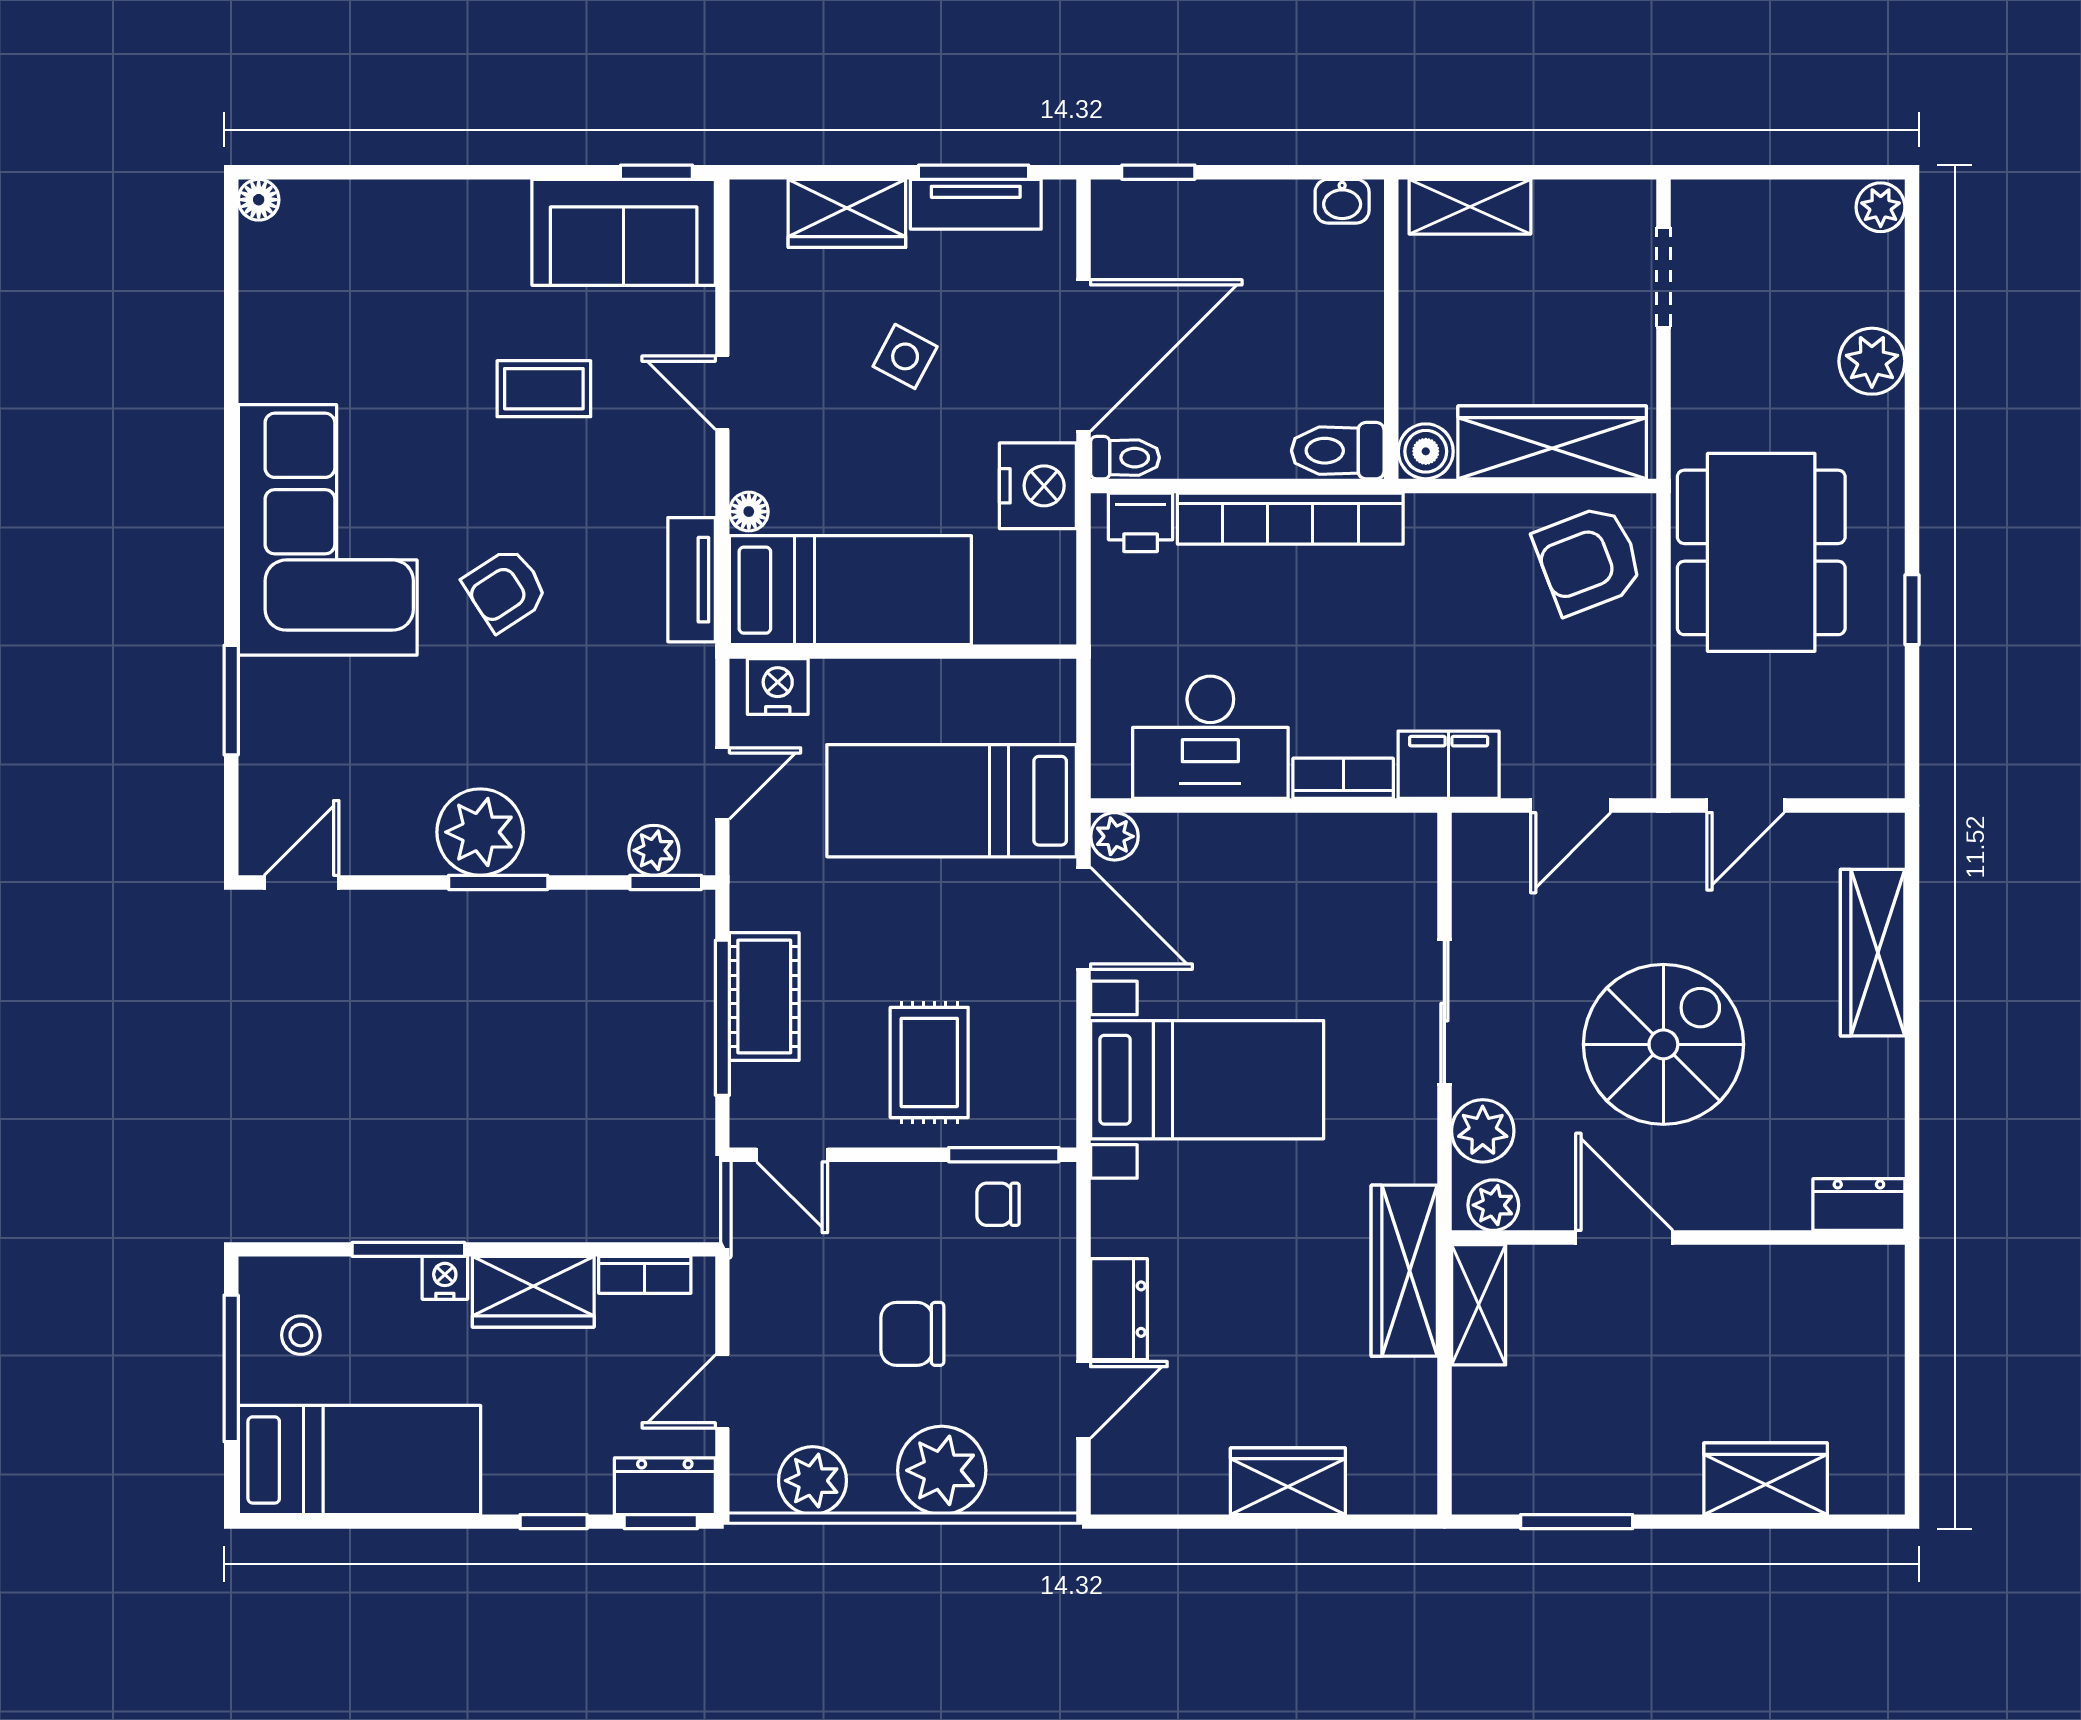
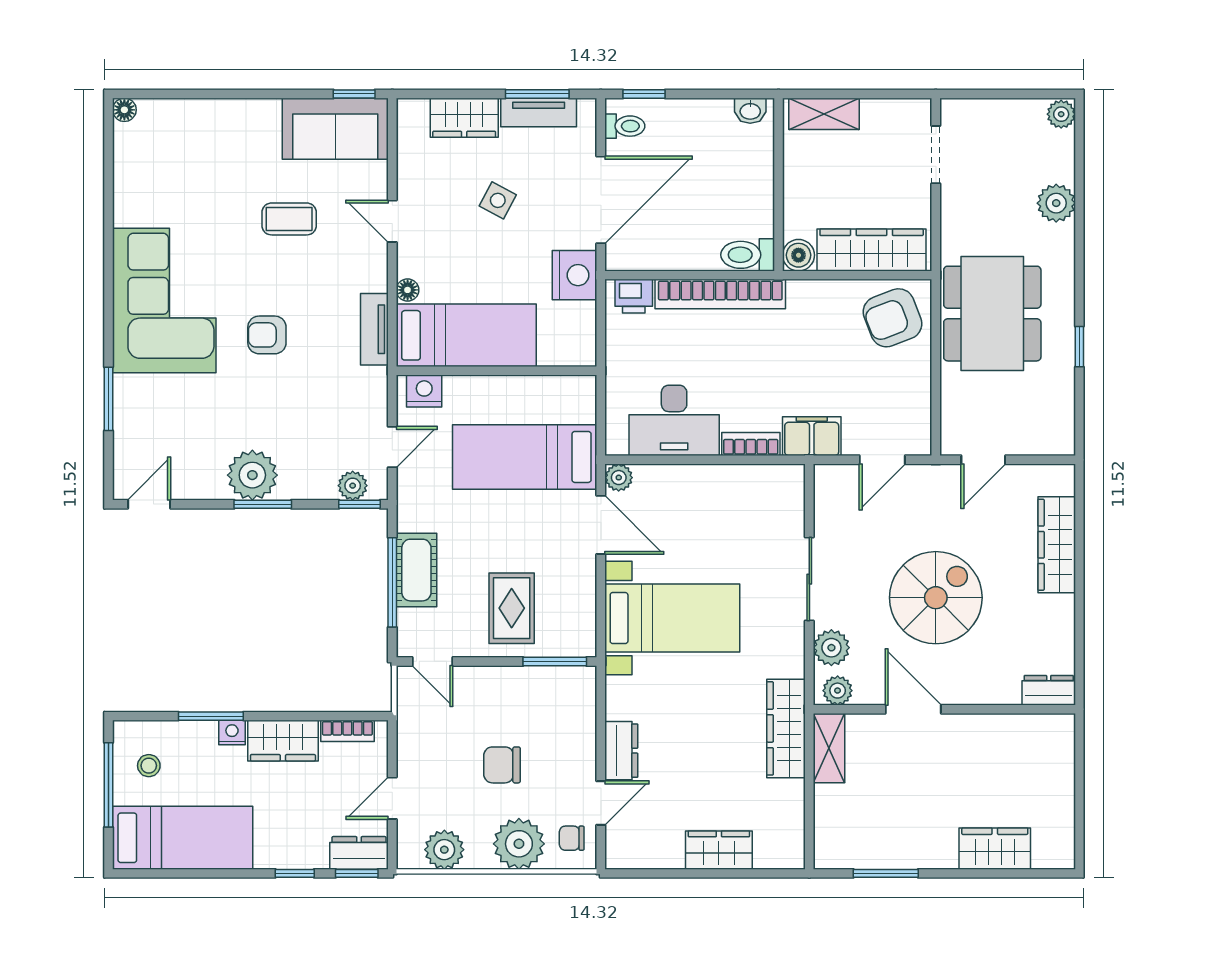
toilet: (1125, 458) -> (625, 126), moved
armchair: (505, 589) -> (267, 335), turned 33
chair: (998, 1204) -> (572, 838), moved

